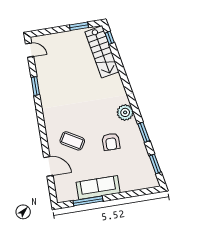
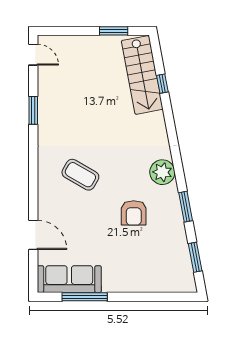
window: (110, 38) -> (162, 84), moved
coffee table: (72, 141) -> (80, 175), moved
sofa: (98, 188) -> (69, 279), moved

